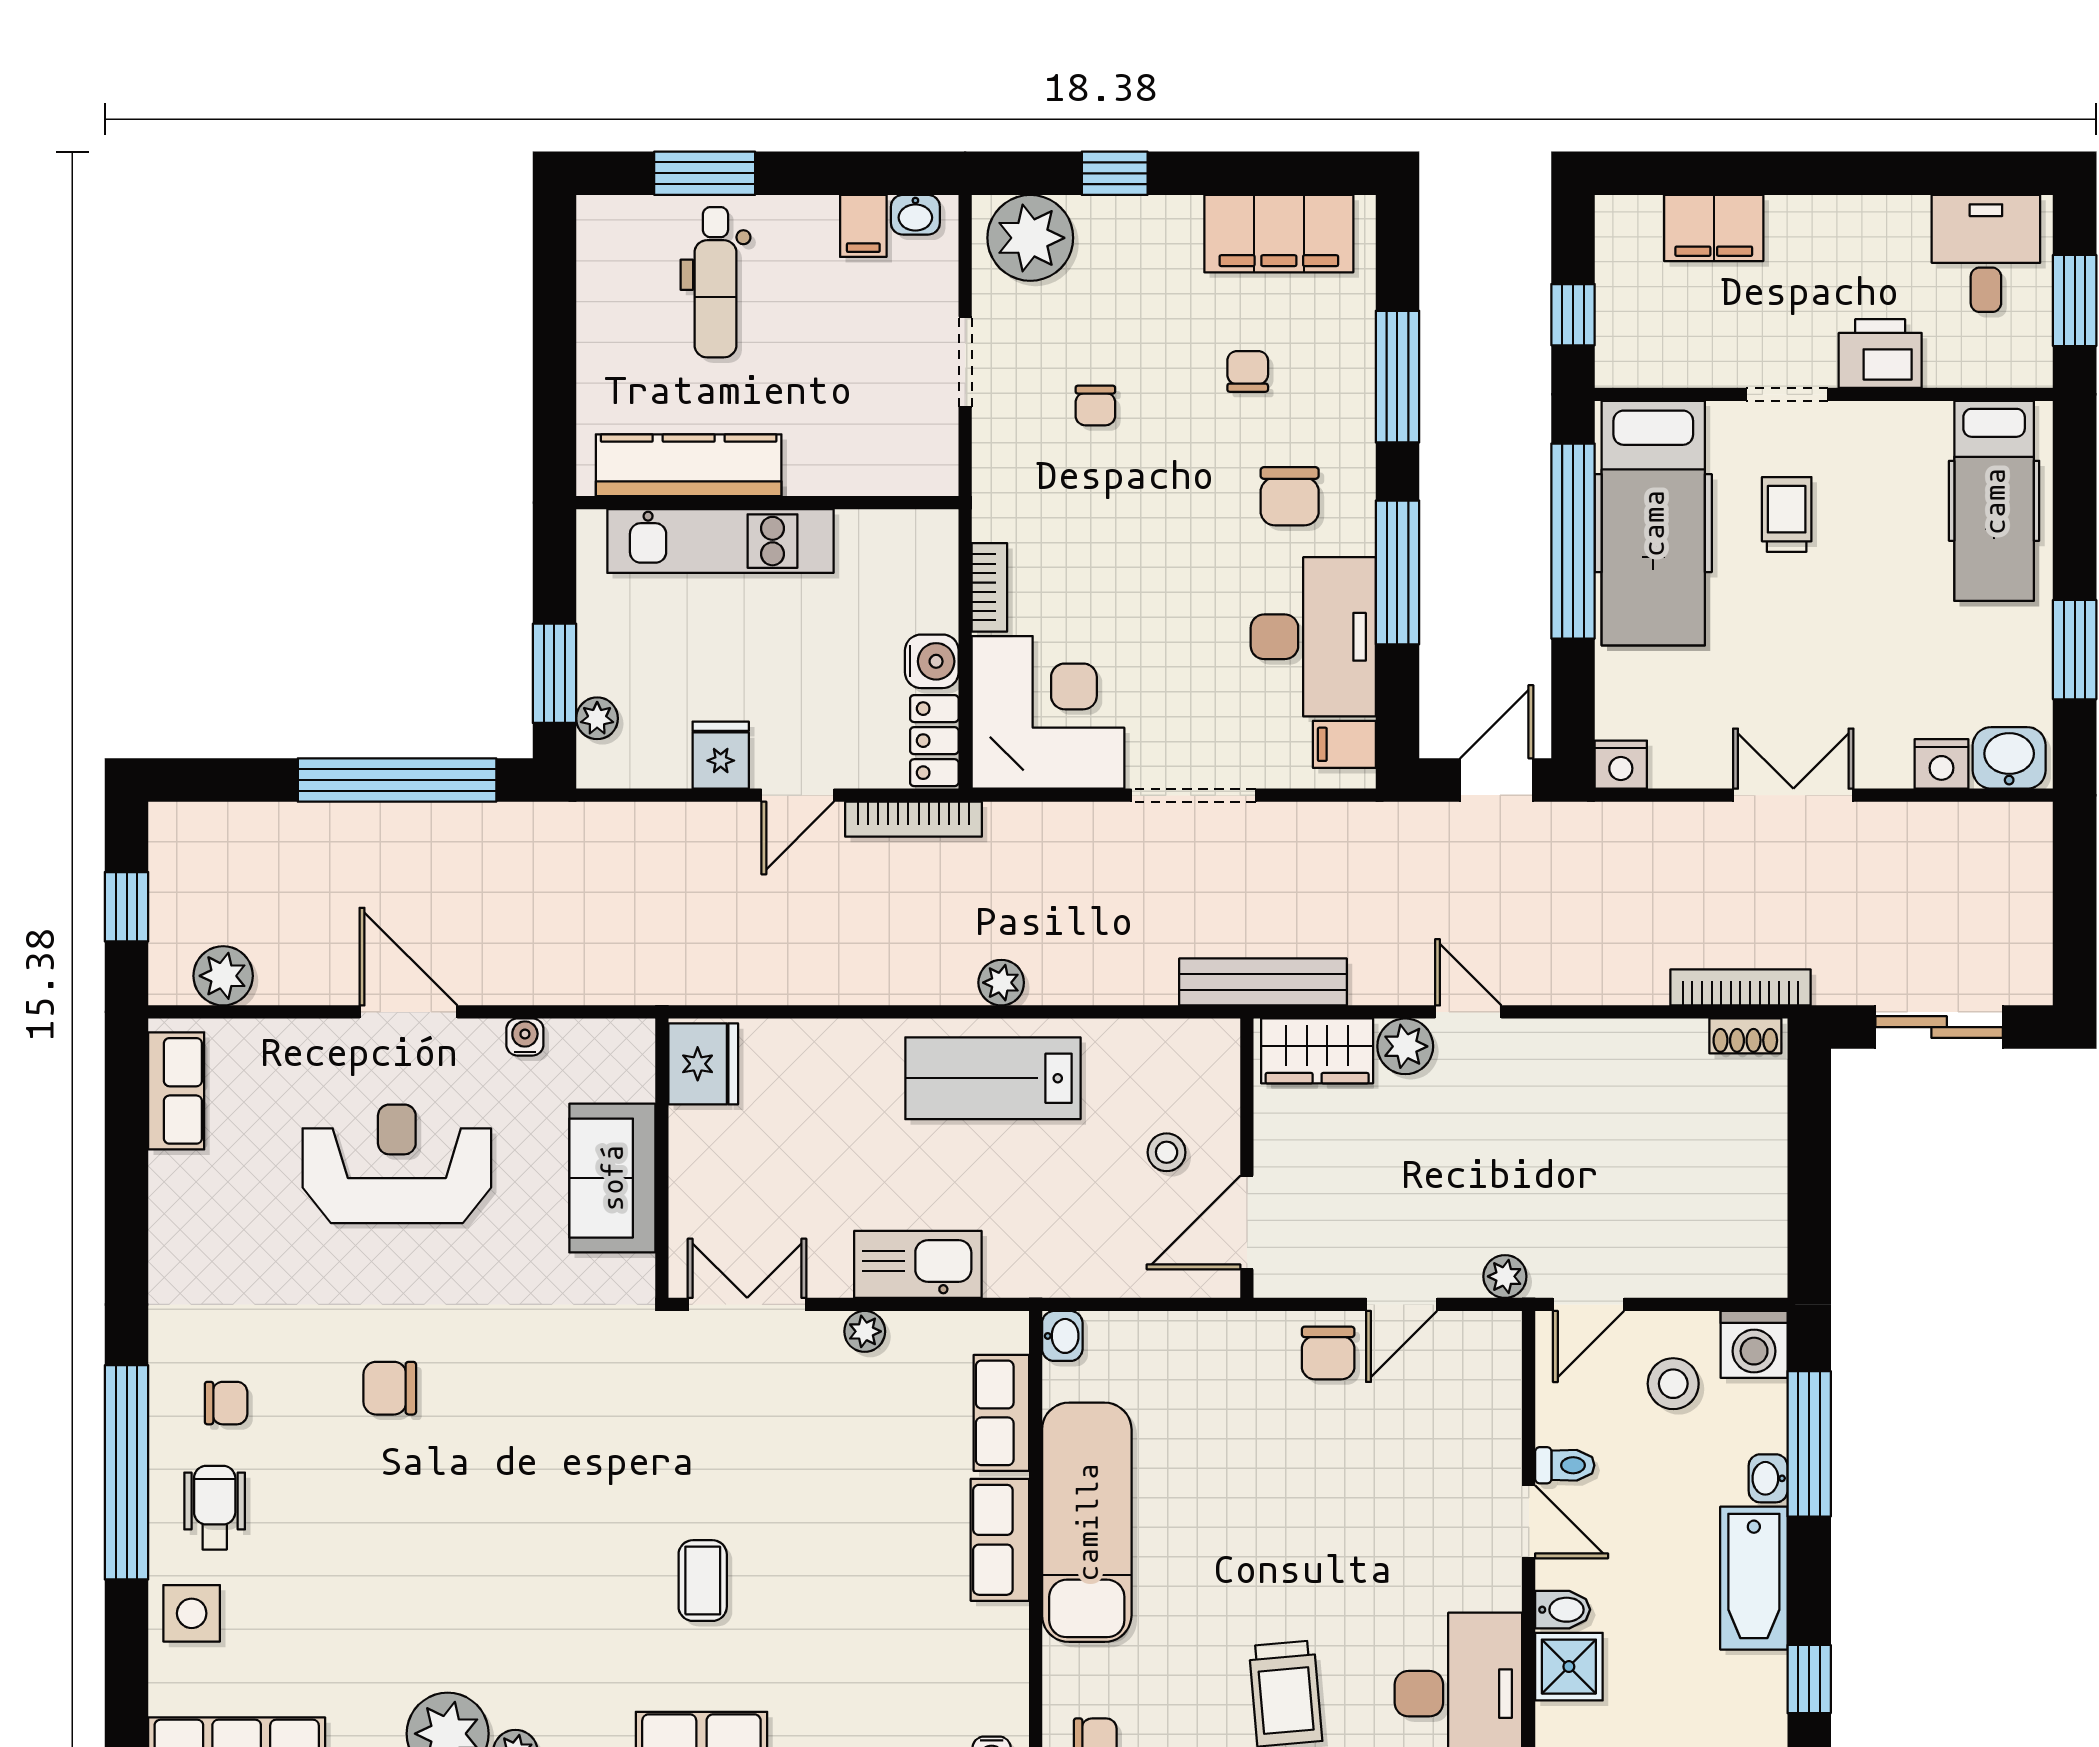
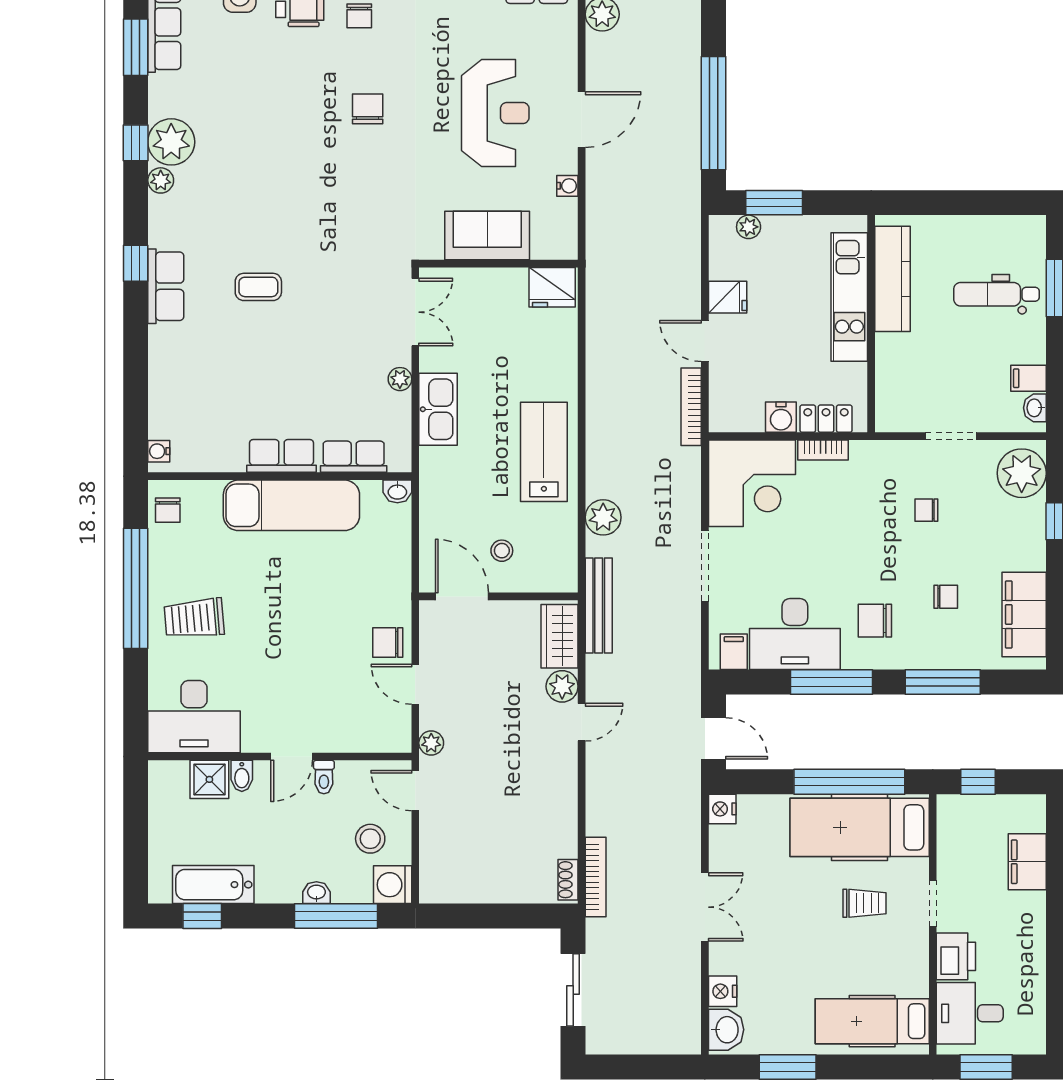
desk: (1986, 253) -> (970, 1013), moved, turned 180
locker: (934, 741) -> (826, 419), moved
plant: (1001, 983) -> (603, 517), moved, width x1.38, depth x1.38
bathtub: (1754, 1578) -> (213, 885), moved

